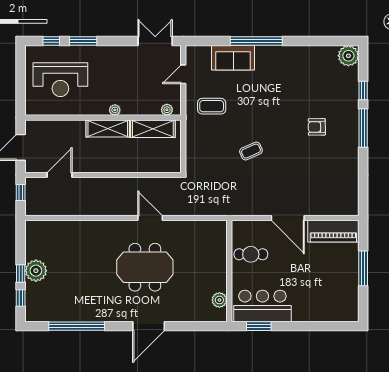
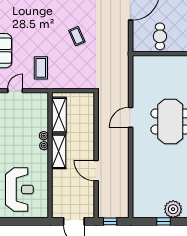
door: (183, 74) -> (15, 91), swing flipped
plant: (167, 110) -> (44, 136), moved
door: (60, 175) -> (96, 171), moved
window: (21, 274) -> (163, 221), moved

